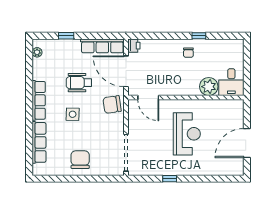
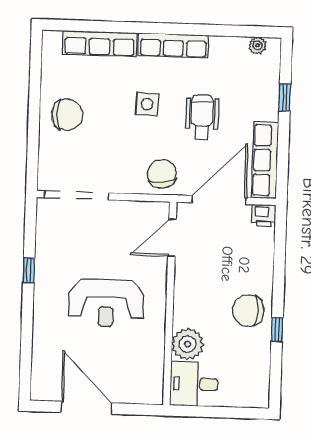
chair: (188, 53) -> (248, 310), width x1.87, depth x1.87

